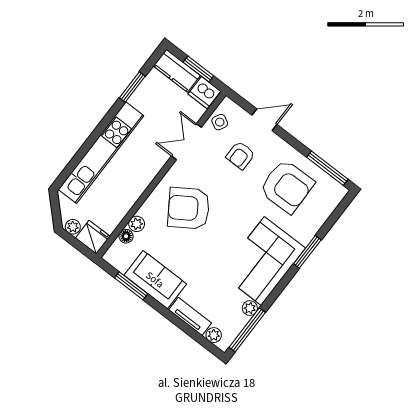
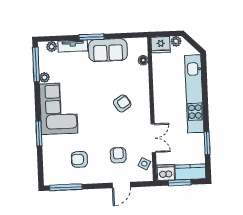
armchair: (287, 186) -> (79, 159), width x0.53, depth x0.53
armchair: (189, 208) -> (122, 103), width x0.53, depth x0.53
plant: (137, 224) -> (143, 72), removed
window: (131, 286) -> (91, 37), moved

